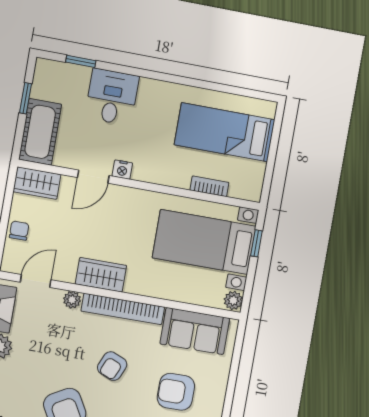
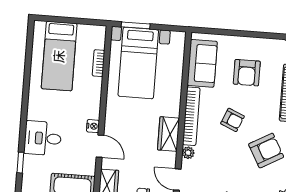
window: (256, 243) -> (136, 25), width x1.50
plant: (233, 300) -> (178, 38), removed

